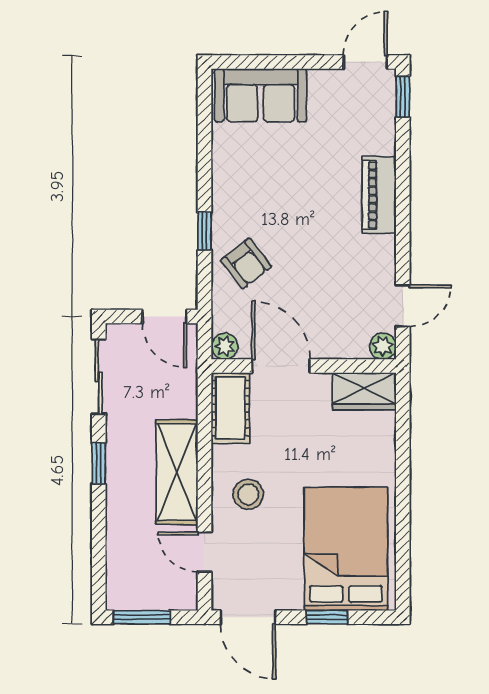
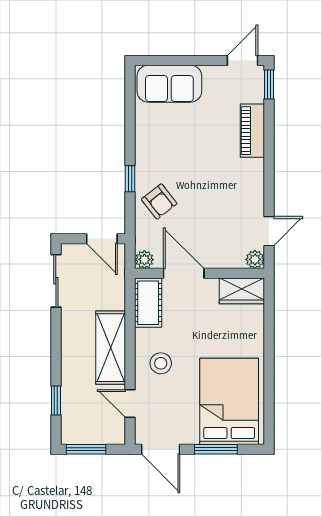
piano: (379, 195) -> (252, 131), moved
window: (99, 463) -> (56, 400), moved
window: (327, 617) -> (216, 449), width x1.50

